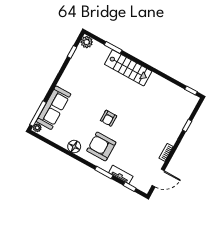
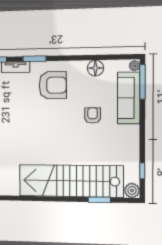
stairs: (128, 68) -> (71, 181), width x1.86, depth x1.51
armchair: (109, 118) -> (93, 115), moved
floor lamp: (74, 147) -> (95, 68), moved

